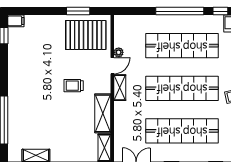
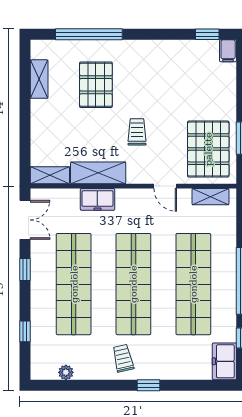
plant: (119, 52) -> (184, 195), removed
shelving: (120, 88) -> (210, 197), moved
freezer: (122, 114) -> (97, 199), added
pallet: (40, 115) -> (96, 85), added

